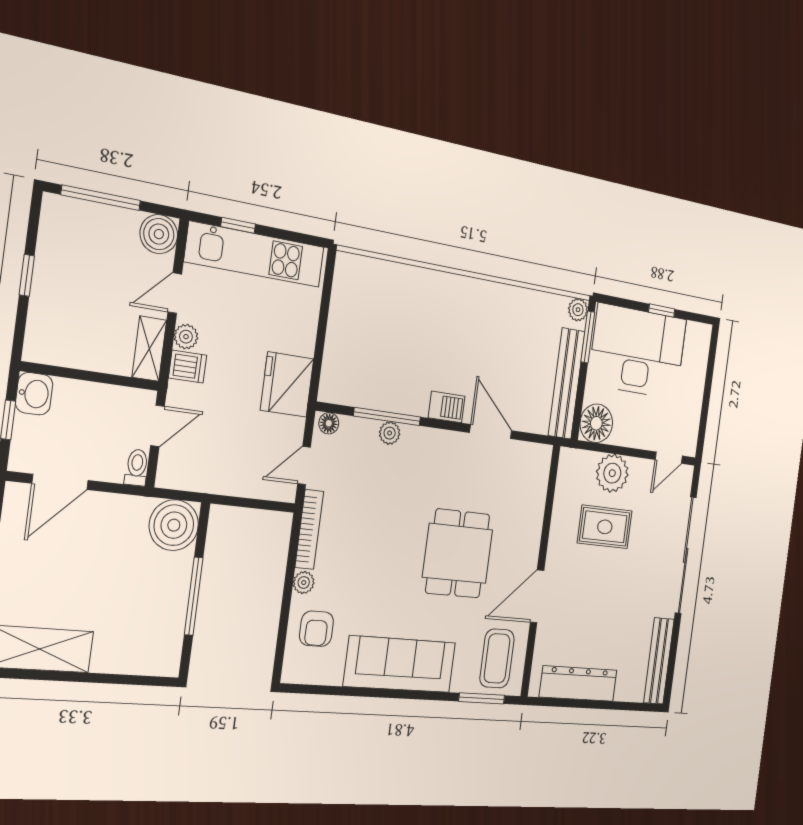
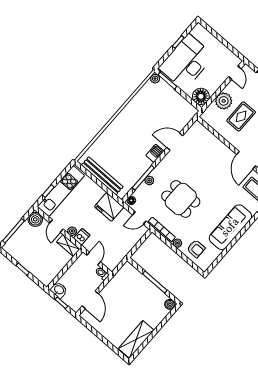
bench: (567, 383) -> (102, 176), moved
door: (304, 466) -> (139, 218), hinge flipped
boiler: (174, 525) -> (170, 304), moved, width x0.54, depth x0.54
dining table: (458, 553) -> (181, 199), moved

